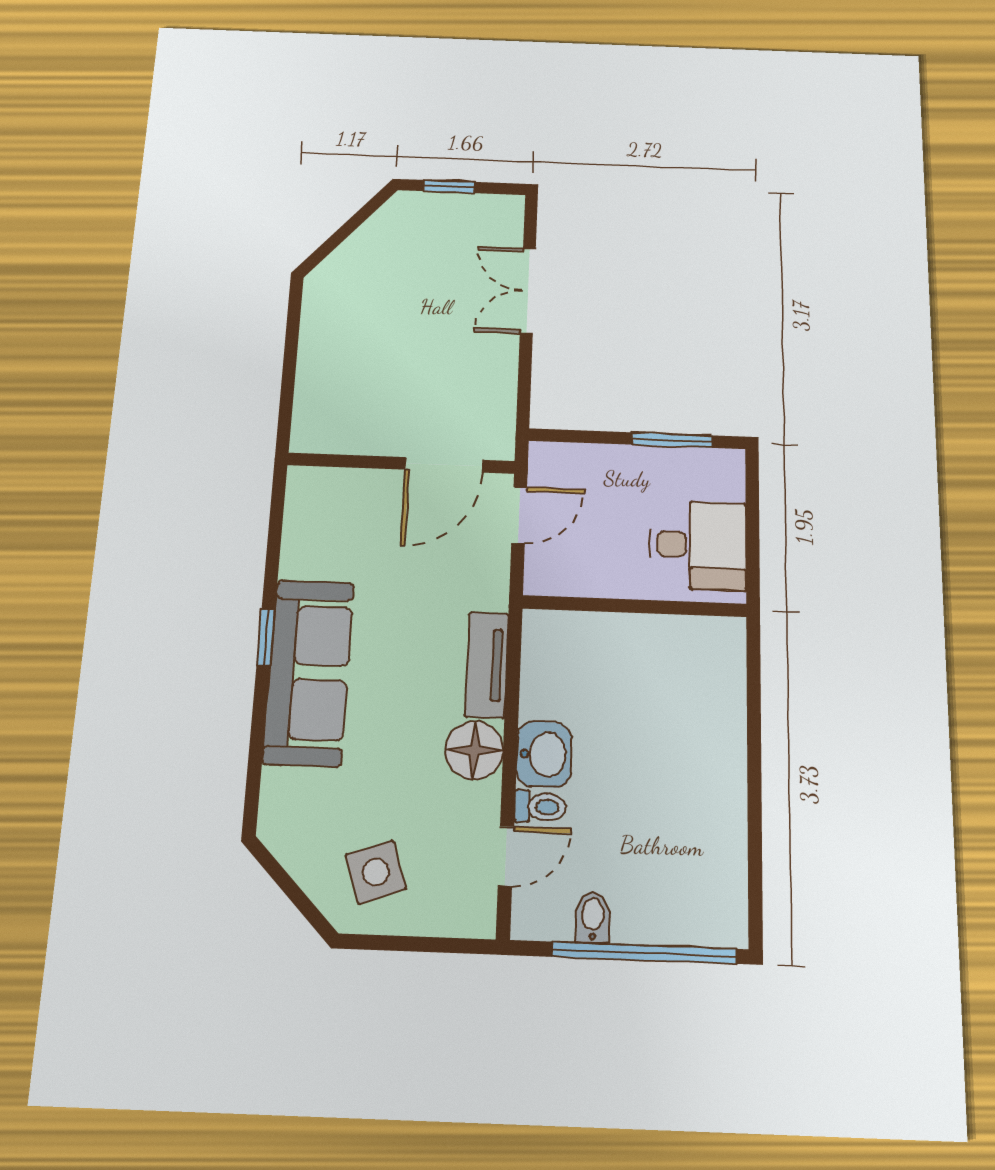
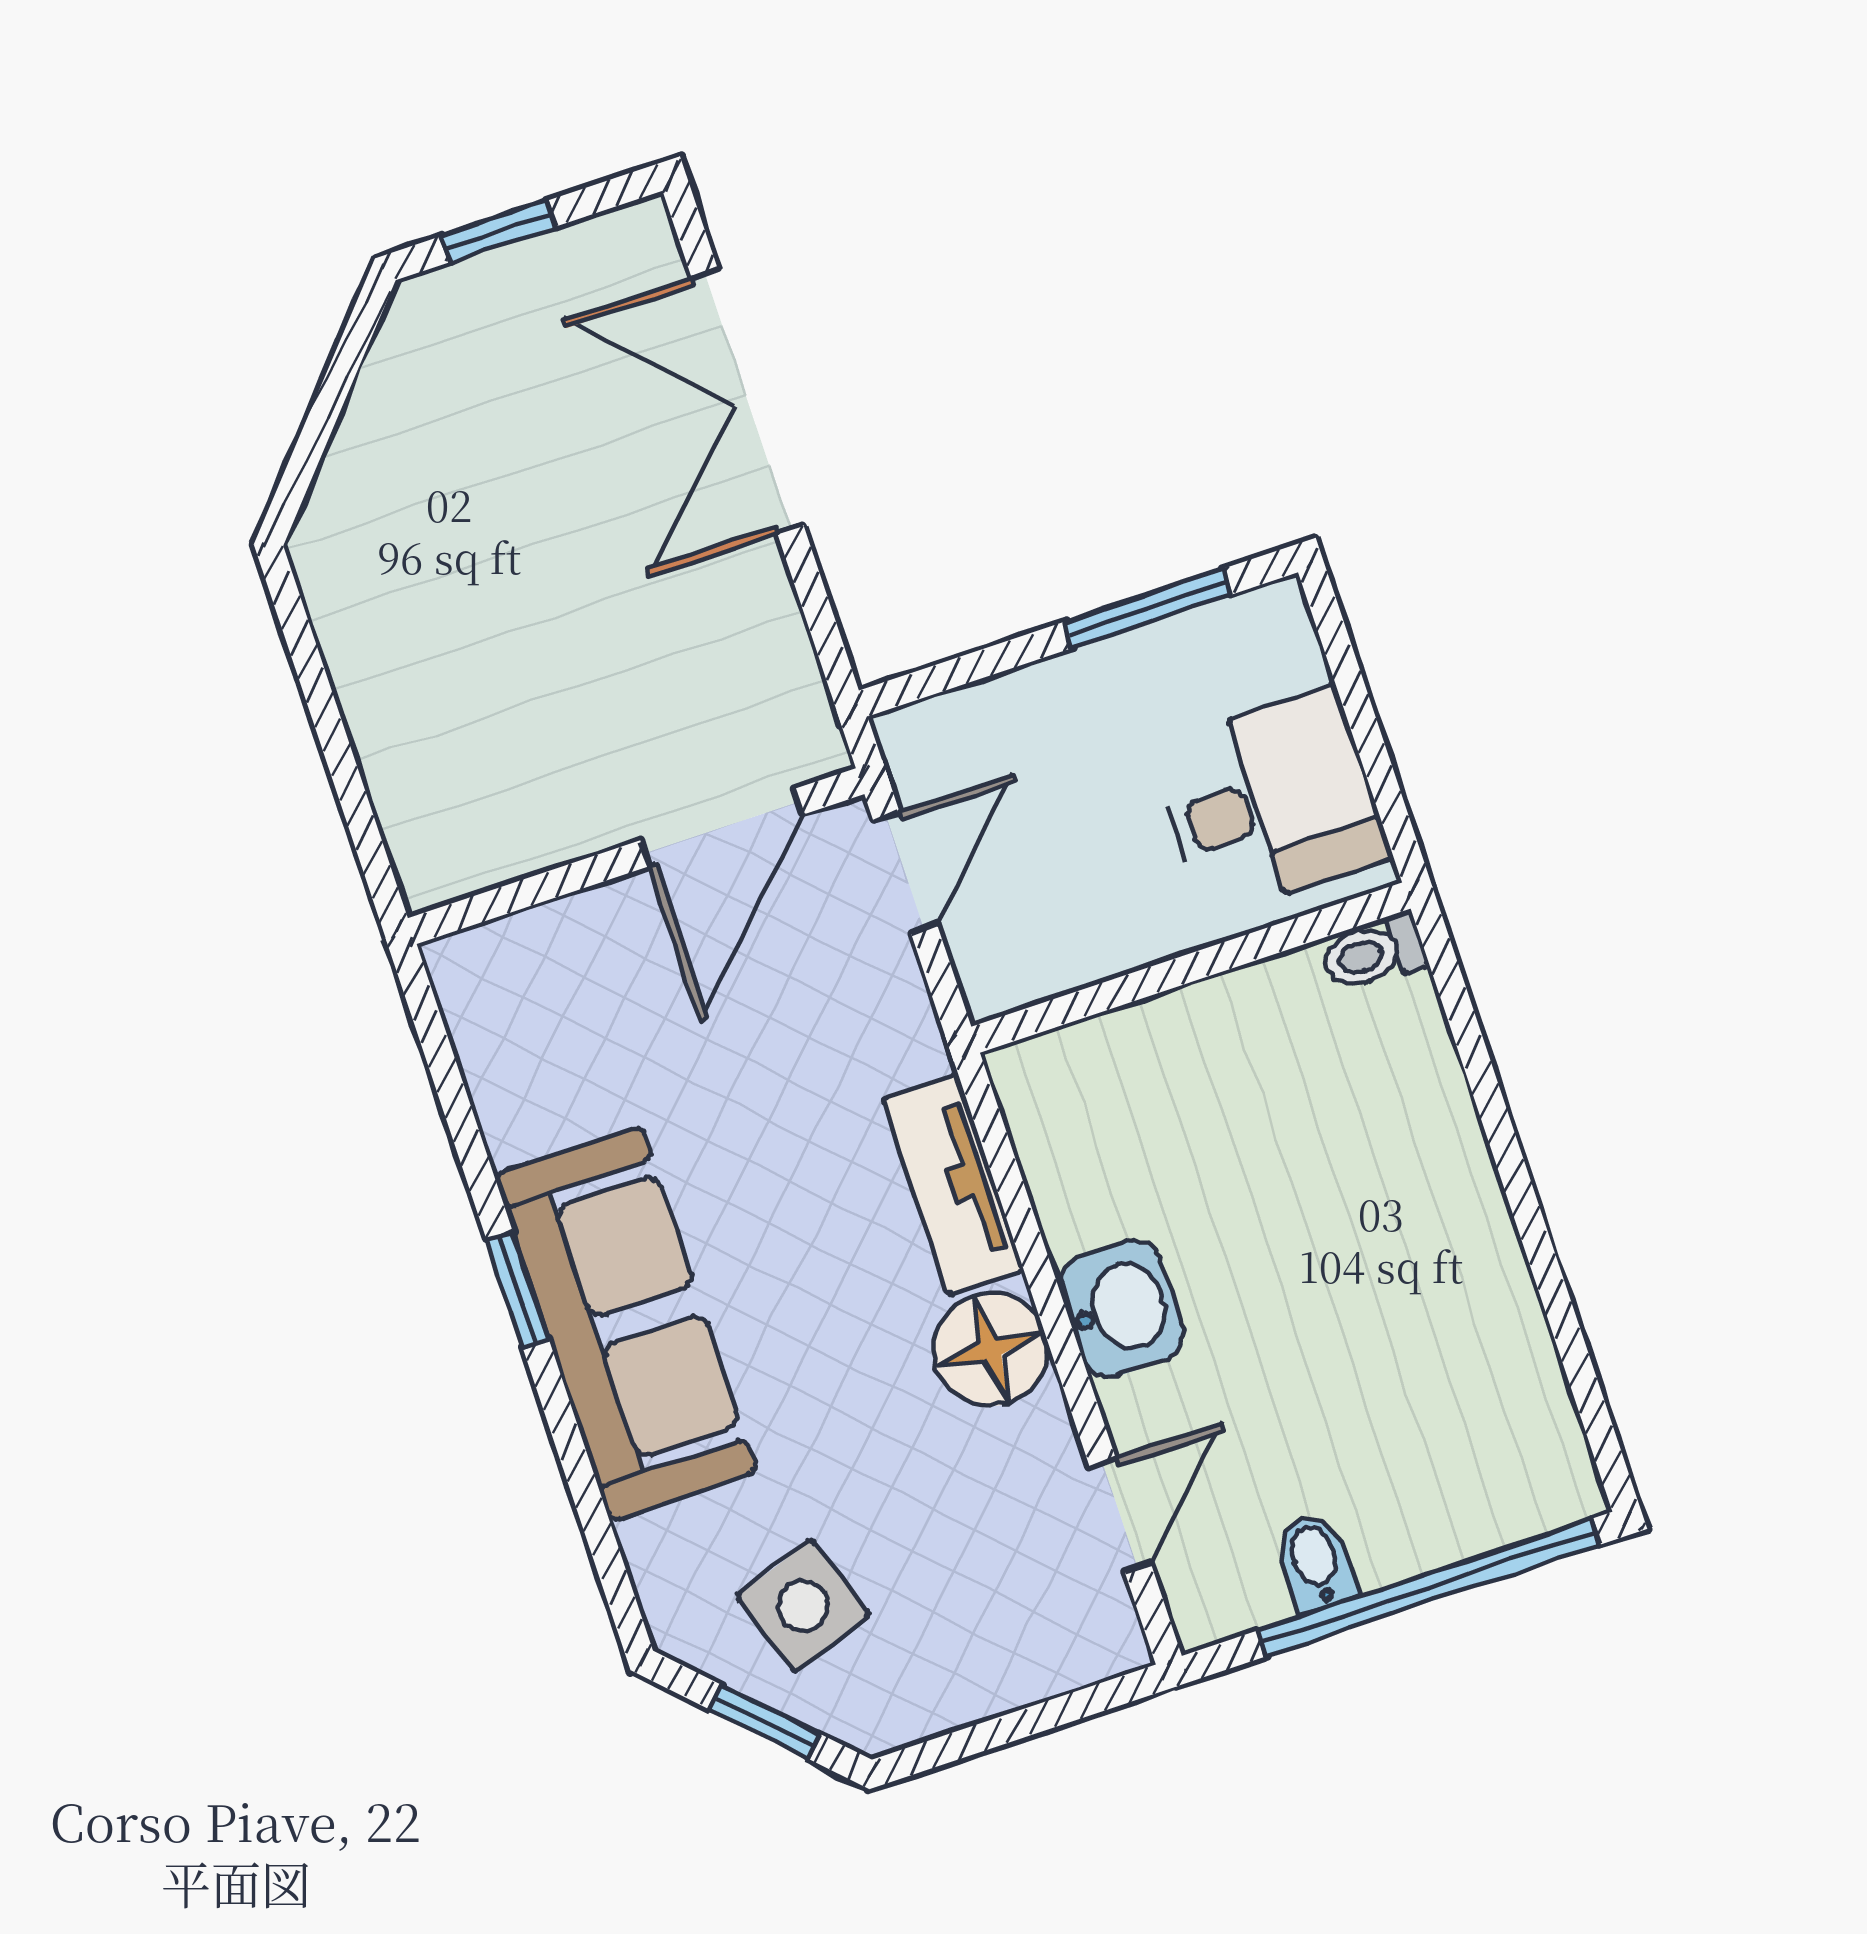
double door: (528, 291) -> (748, 401), width x1.37
toilet: (540, 807) -> (1374, 953), moved, turned 180
side table: (376, 872) -> (803, 1606), moved
window: (294, 893) -> (765, 1722), added

